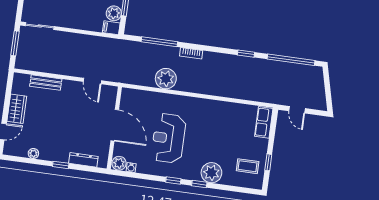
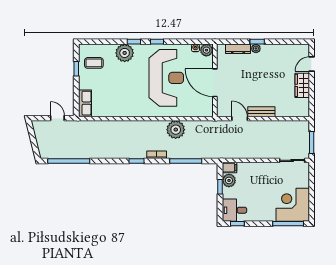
window: (246, 54) -> (136, 161), moved
bench: (46, 83) -> (261, 112), moved
reception desk: (169, 138) -> (166, 78), width x1.36, depth x1.30
plant: (33, 153) -> (256, 48), moved

